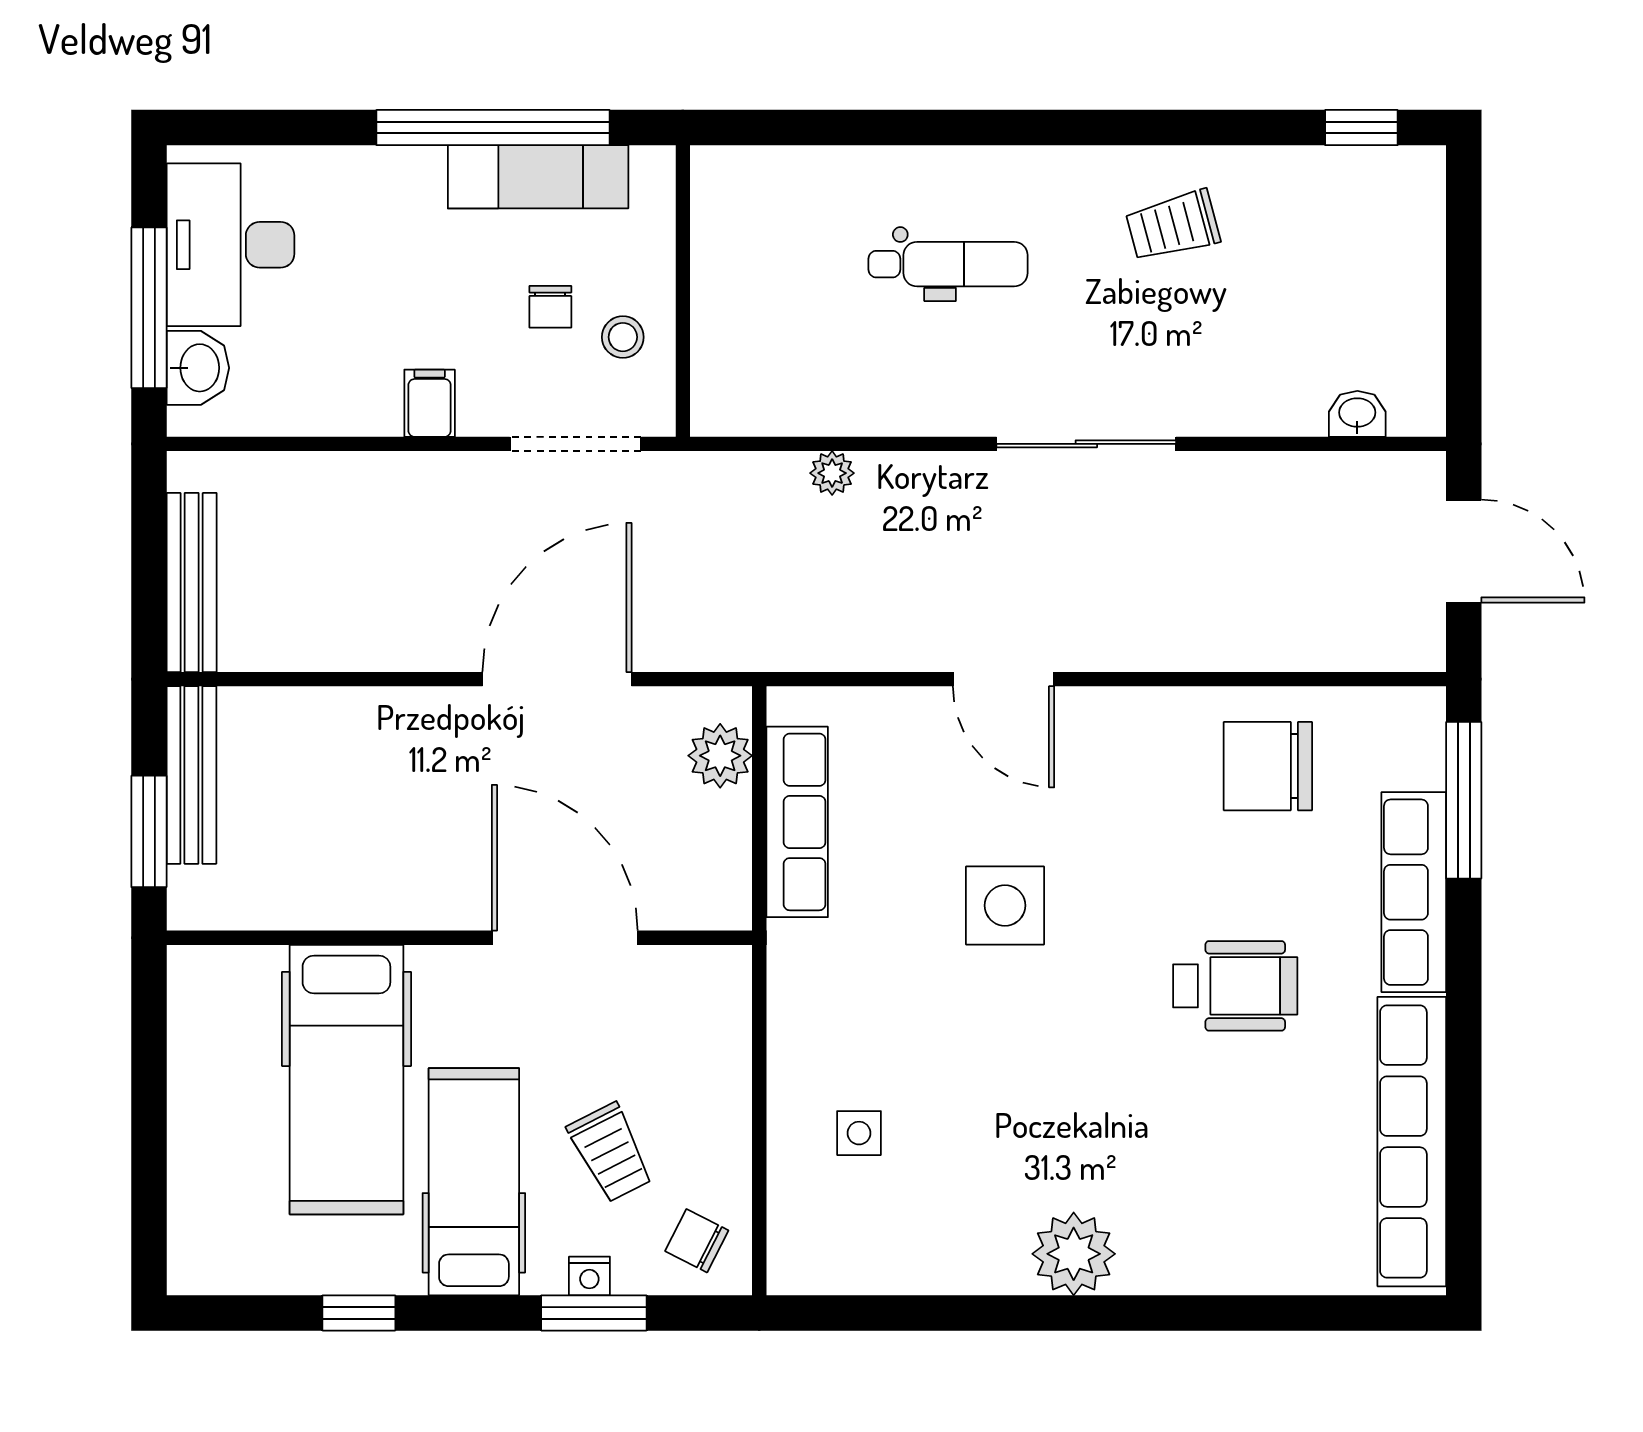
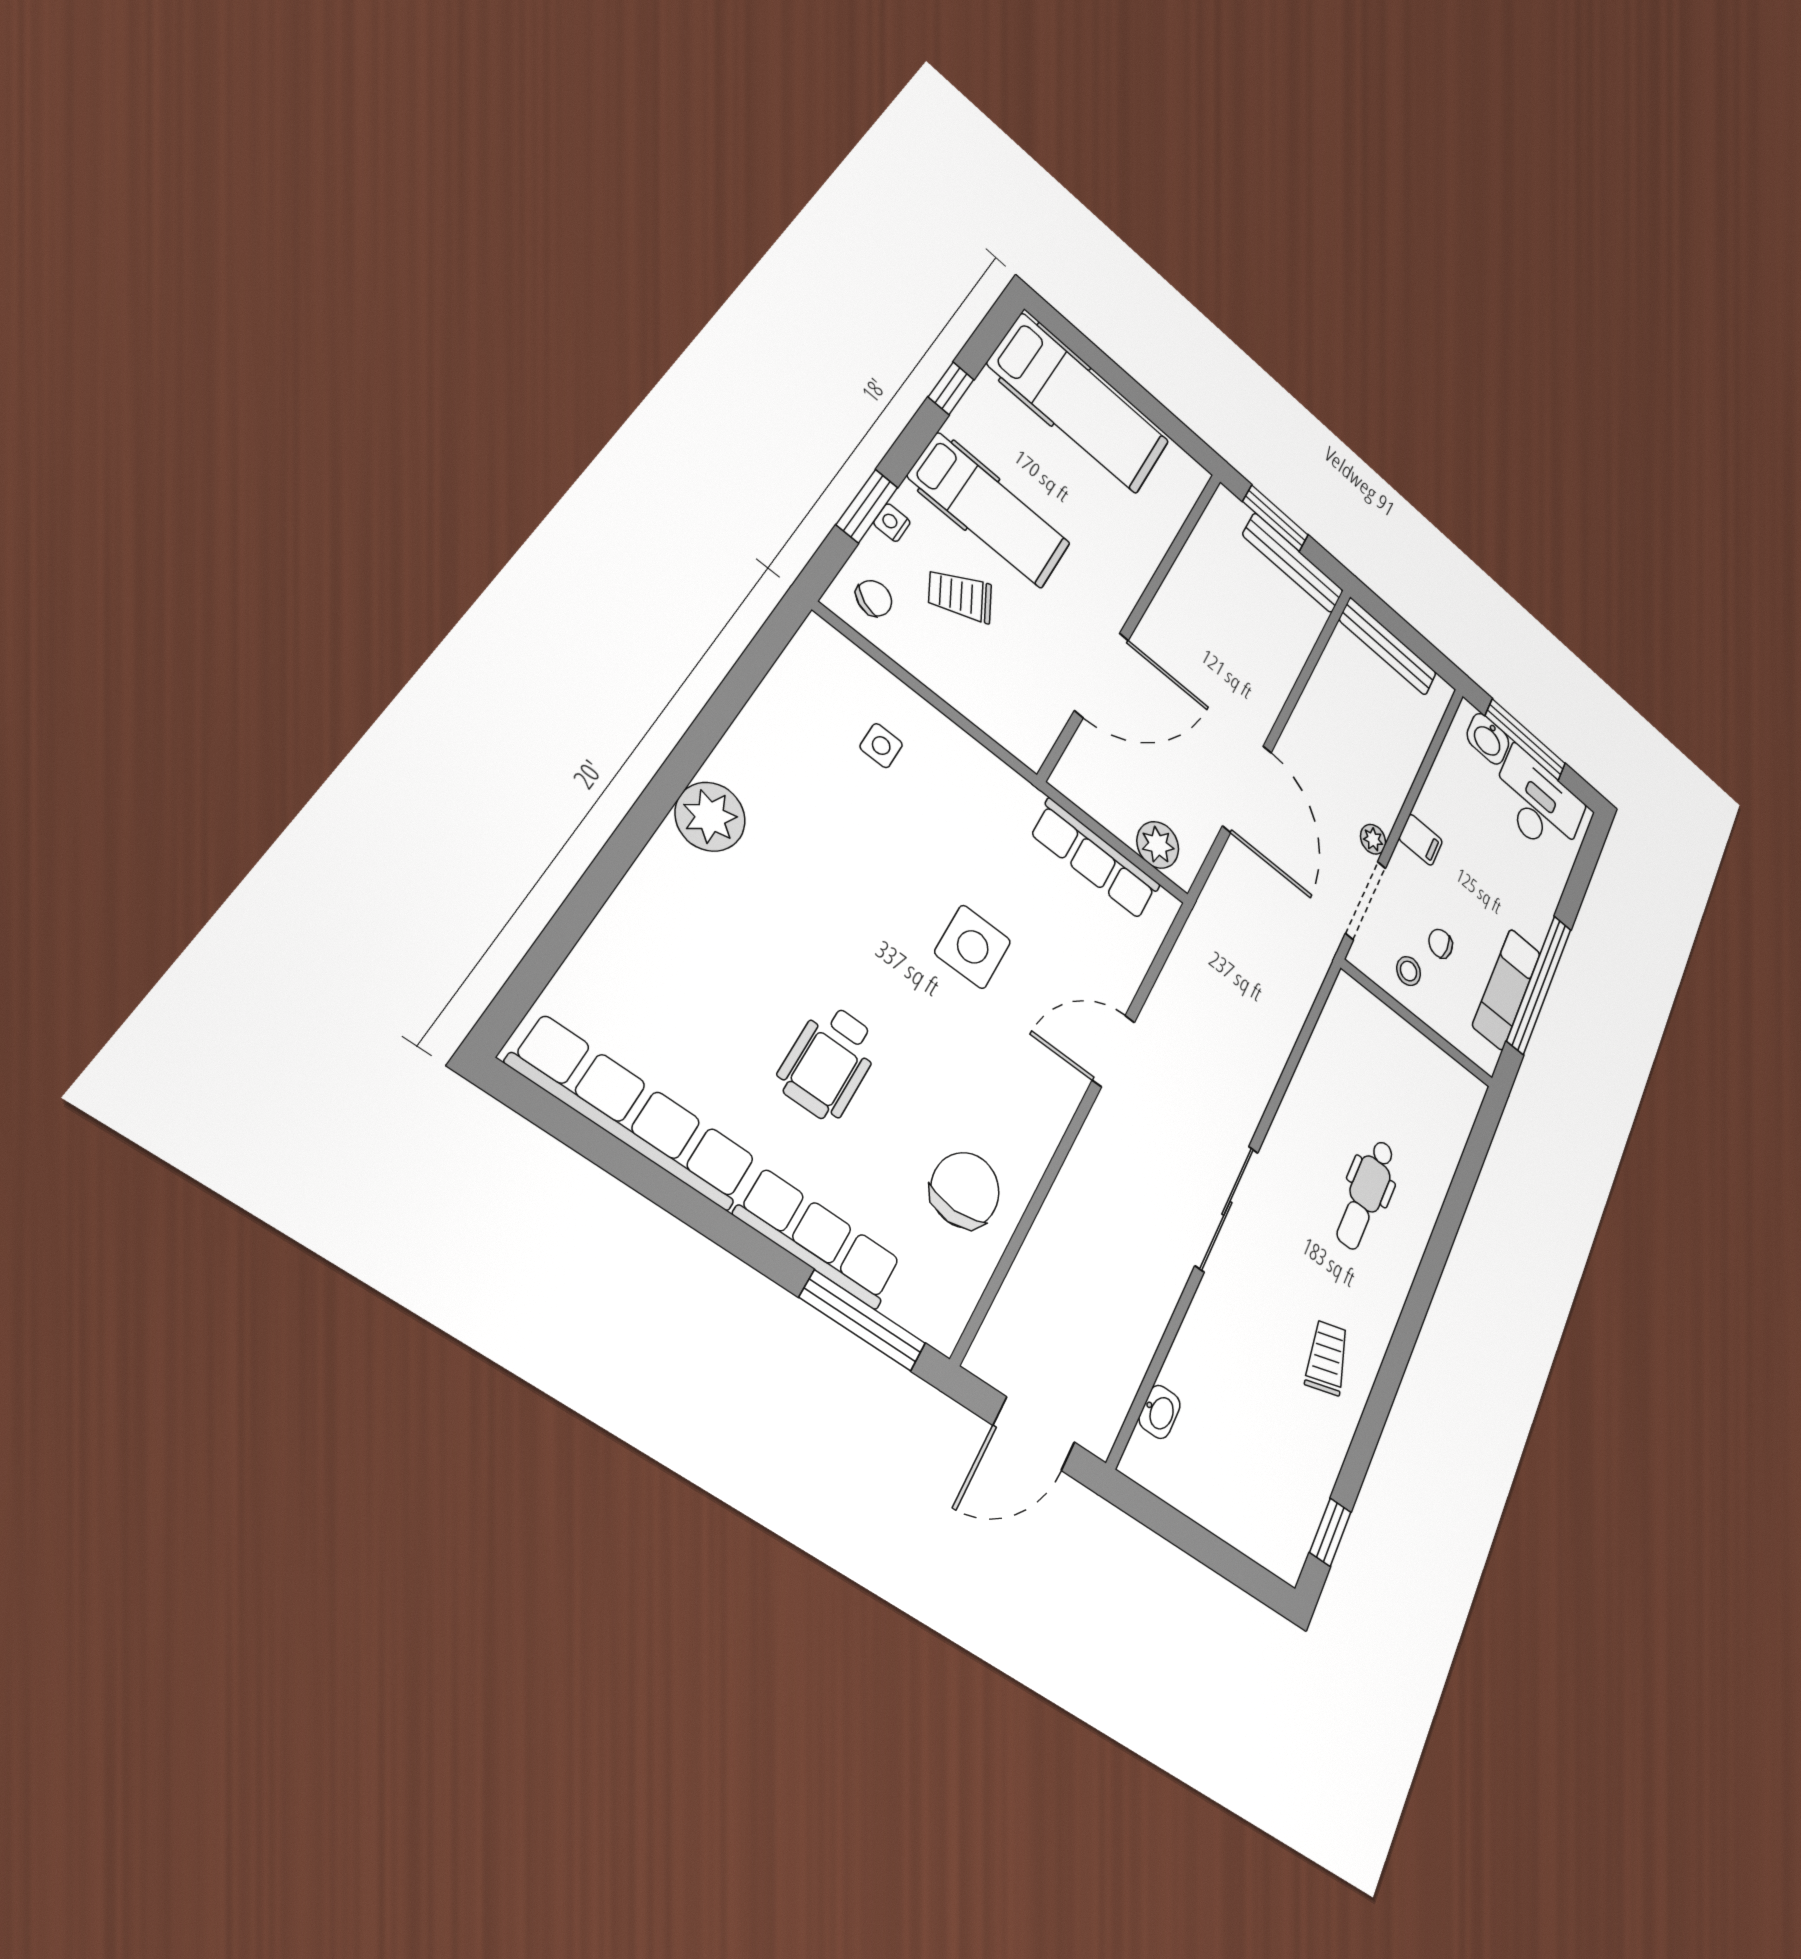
plant: (832, 473) -> (1373, 839), moved
hospital bed: (346, 1080) -> (1079, 403), moved, turned 180

